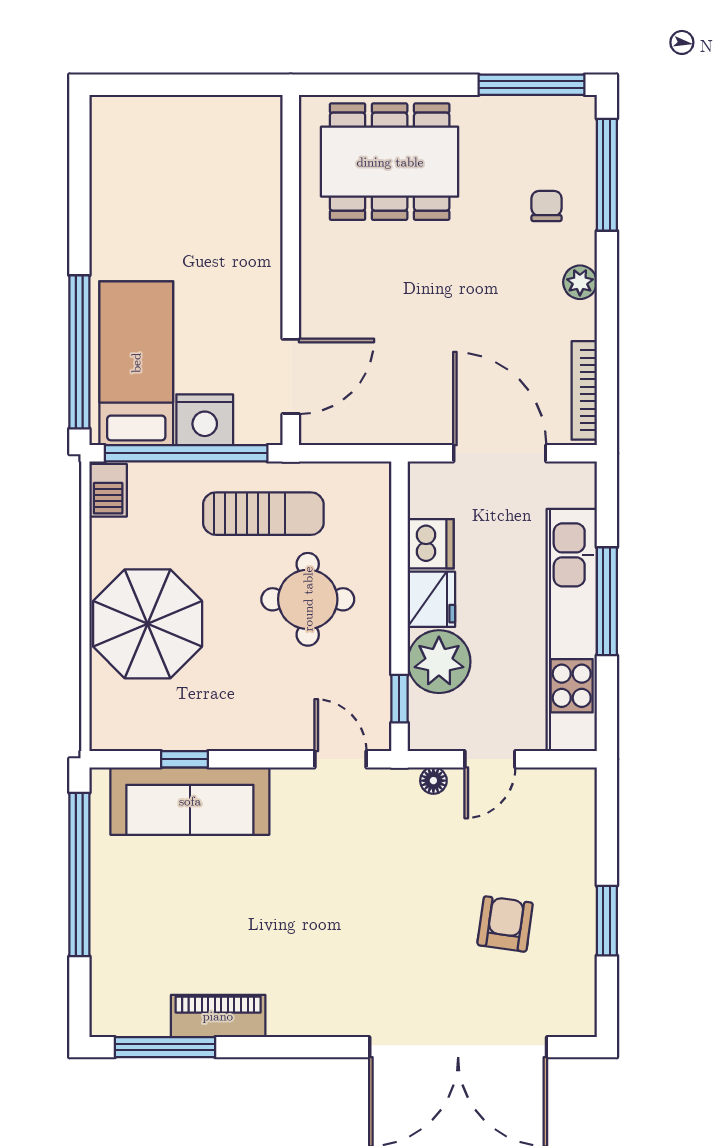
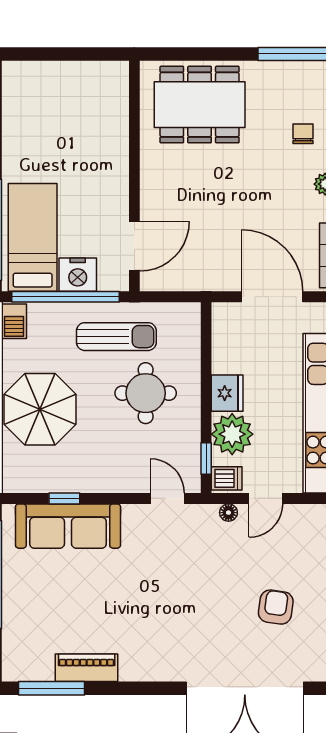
dishwasher: (431, 544) -> (227, 478), moved, width x0.73

